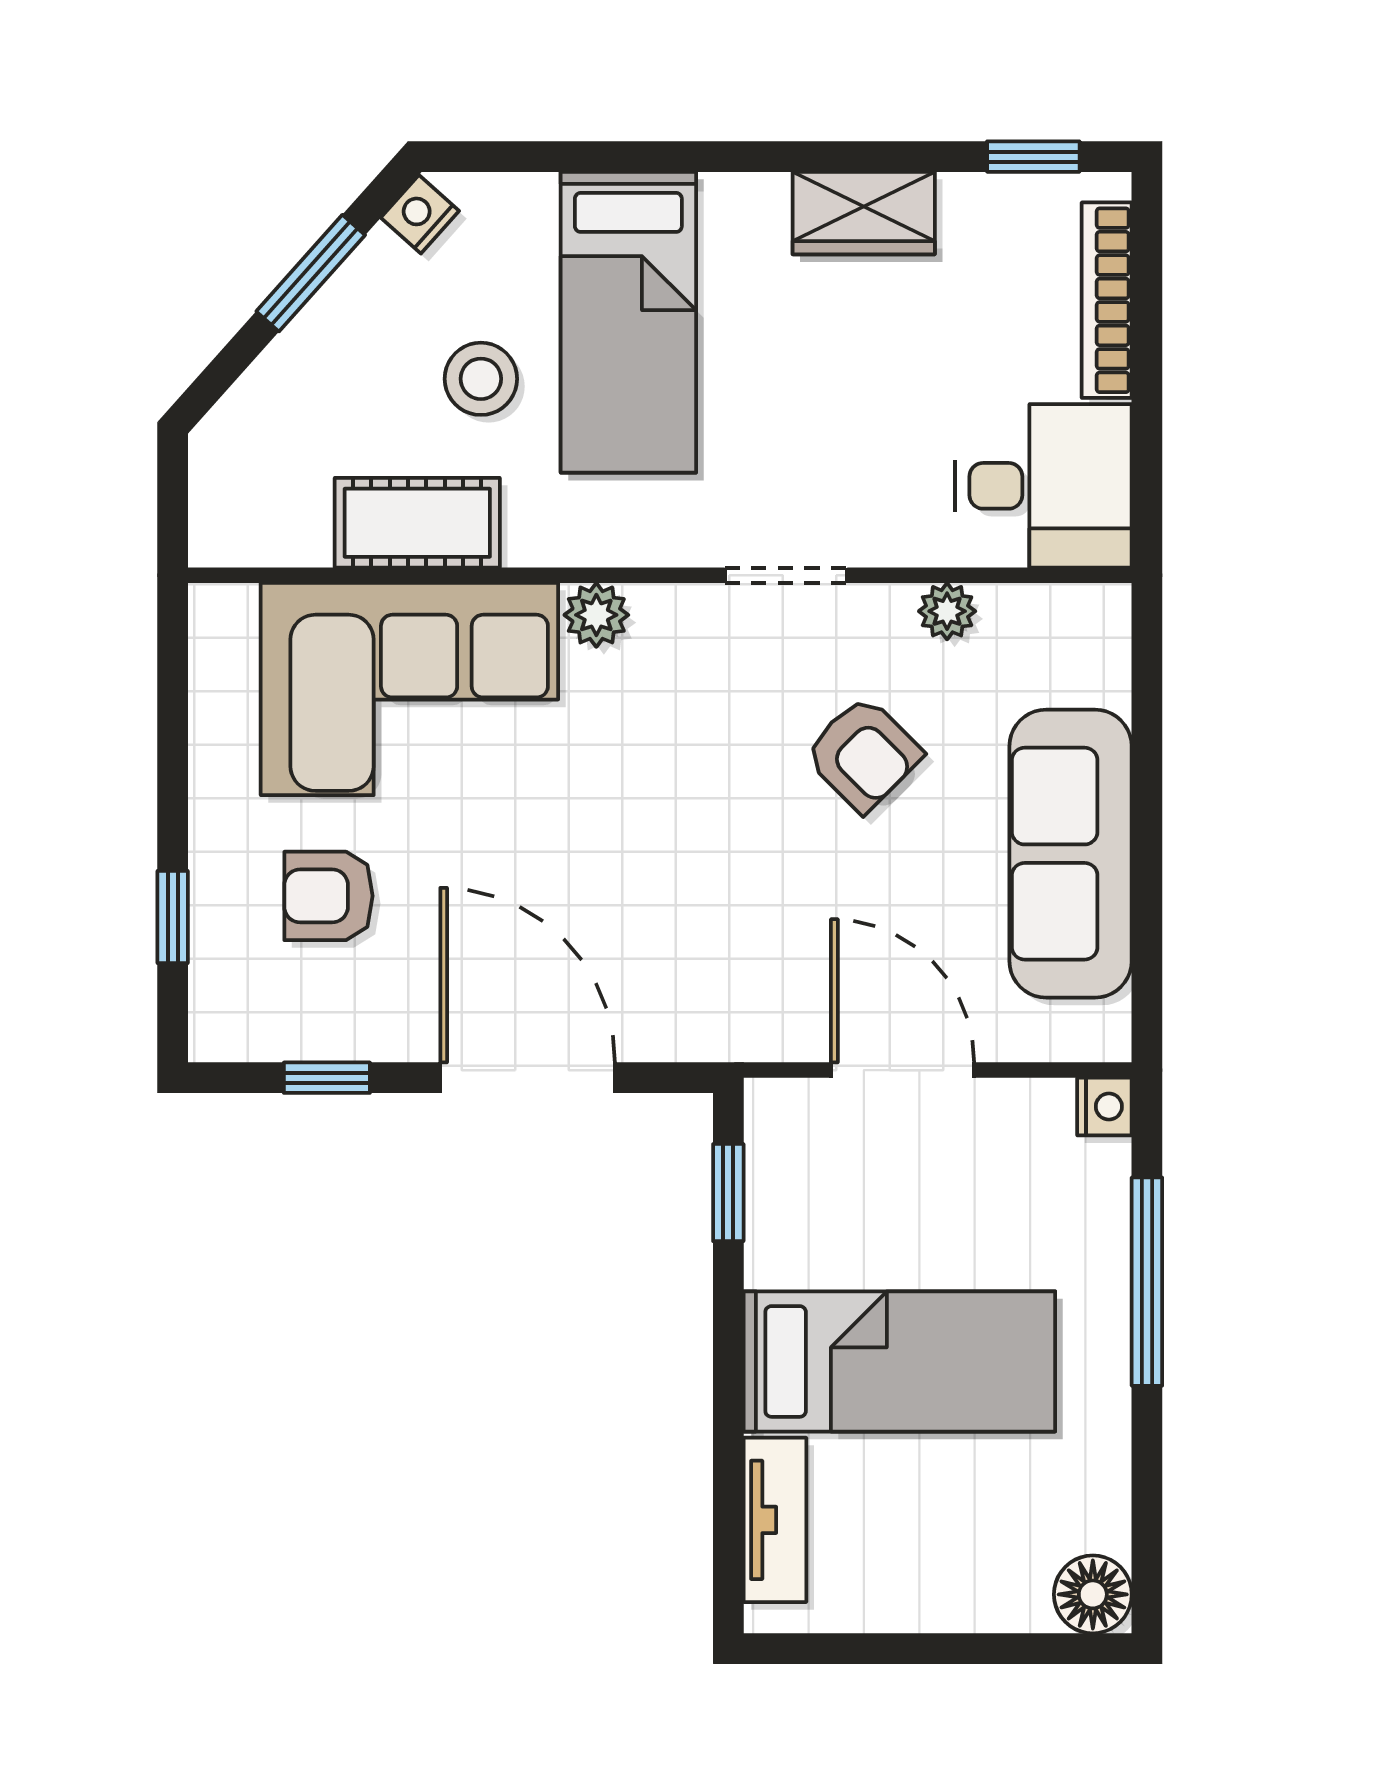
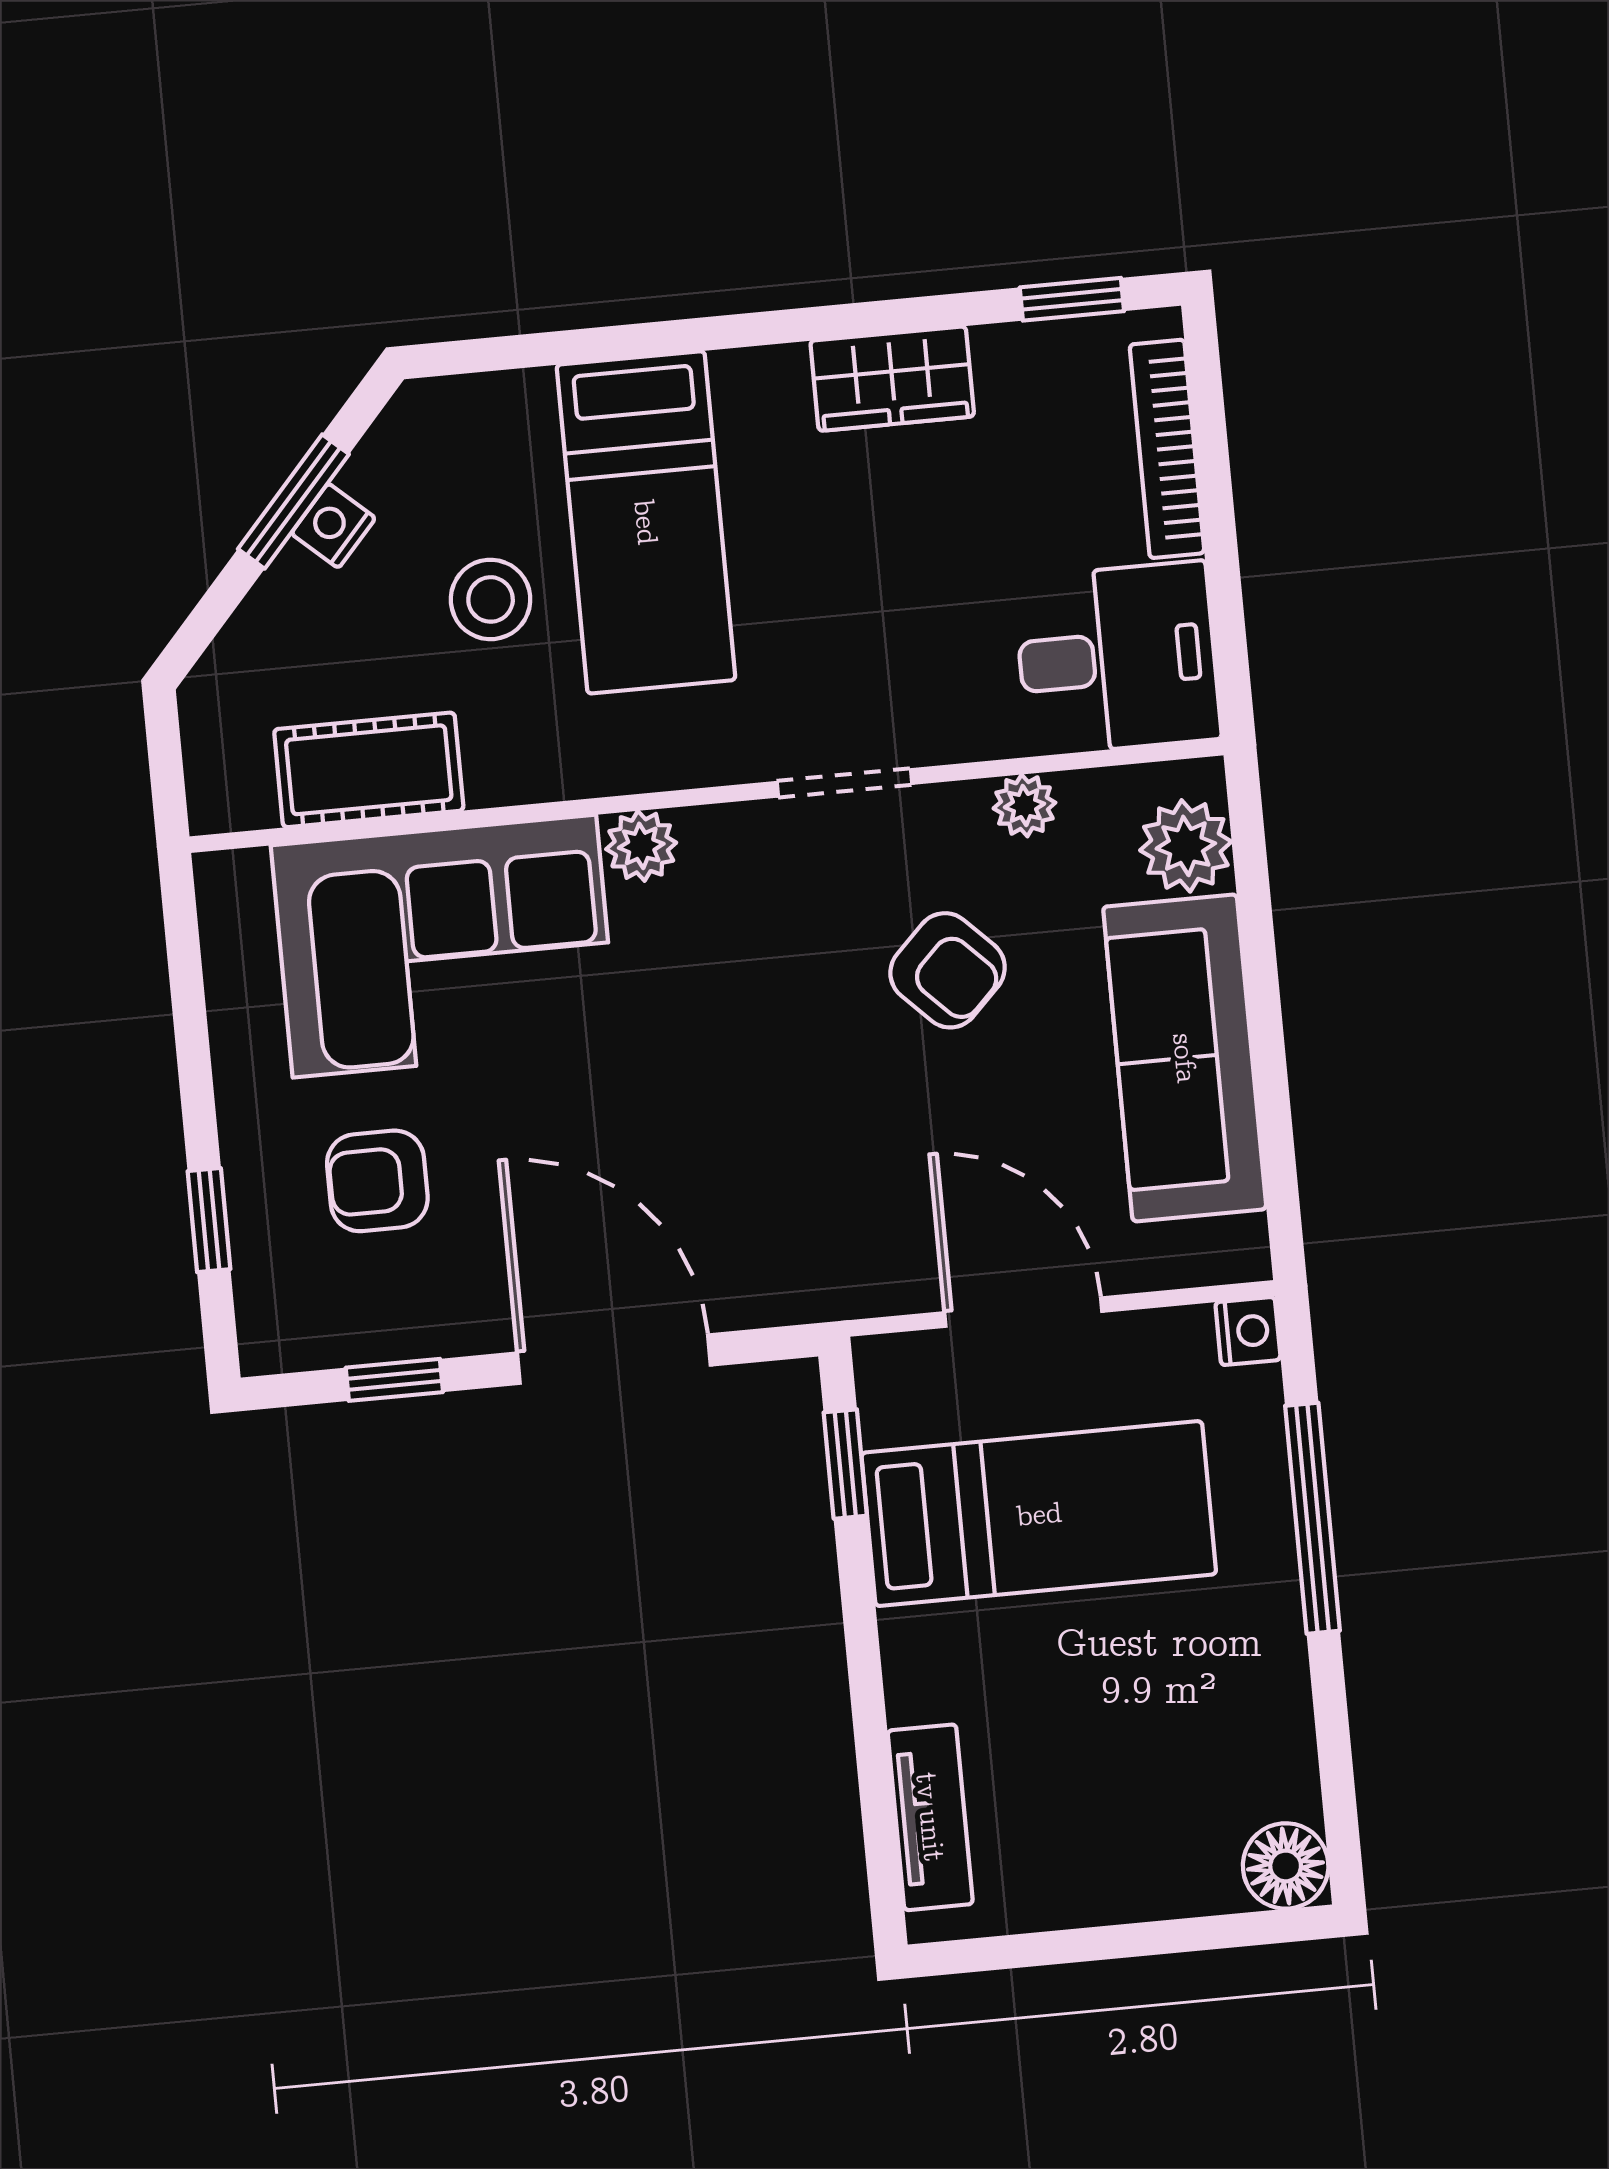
nightstand: (420, 214) -> (333, 526), moved
cot: (417, 523) -> (369, 770), moved
plant: (1090, 662) -> (1186, 846), added
bed: (899, 1361) -> (1039, 1514), moved

